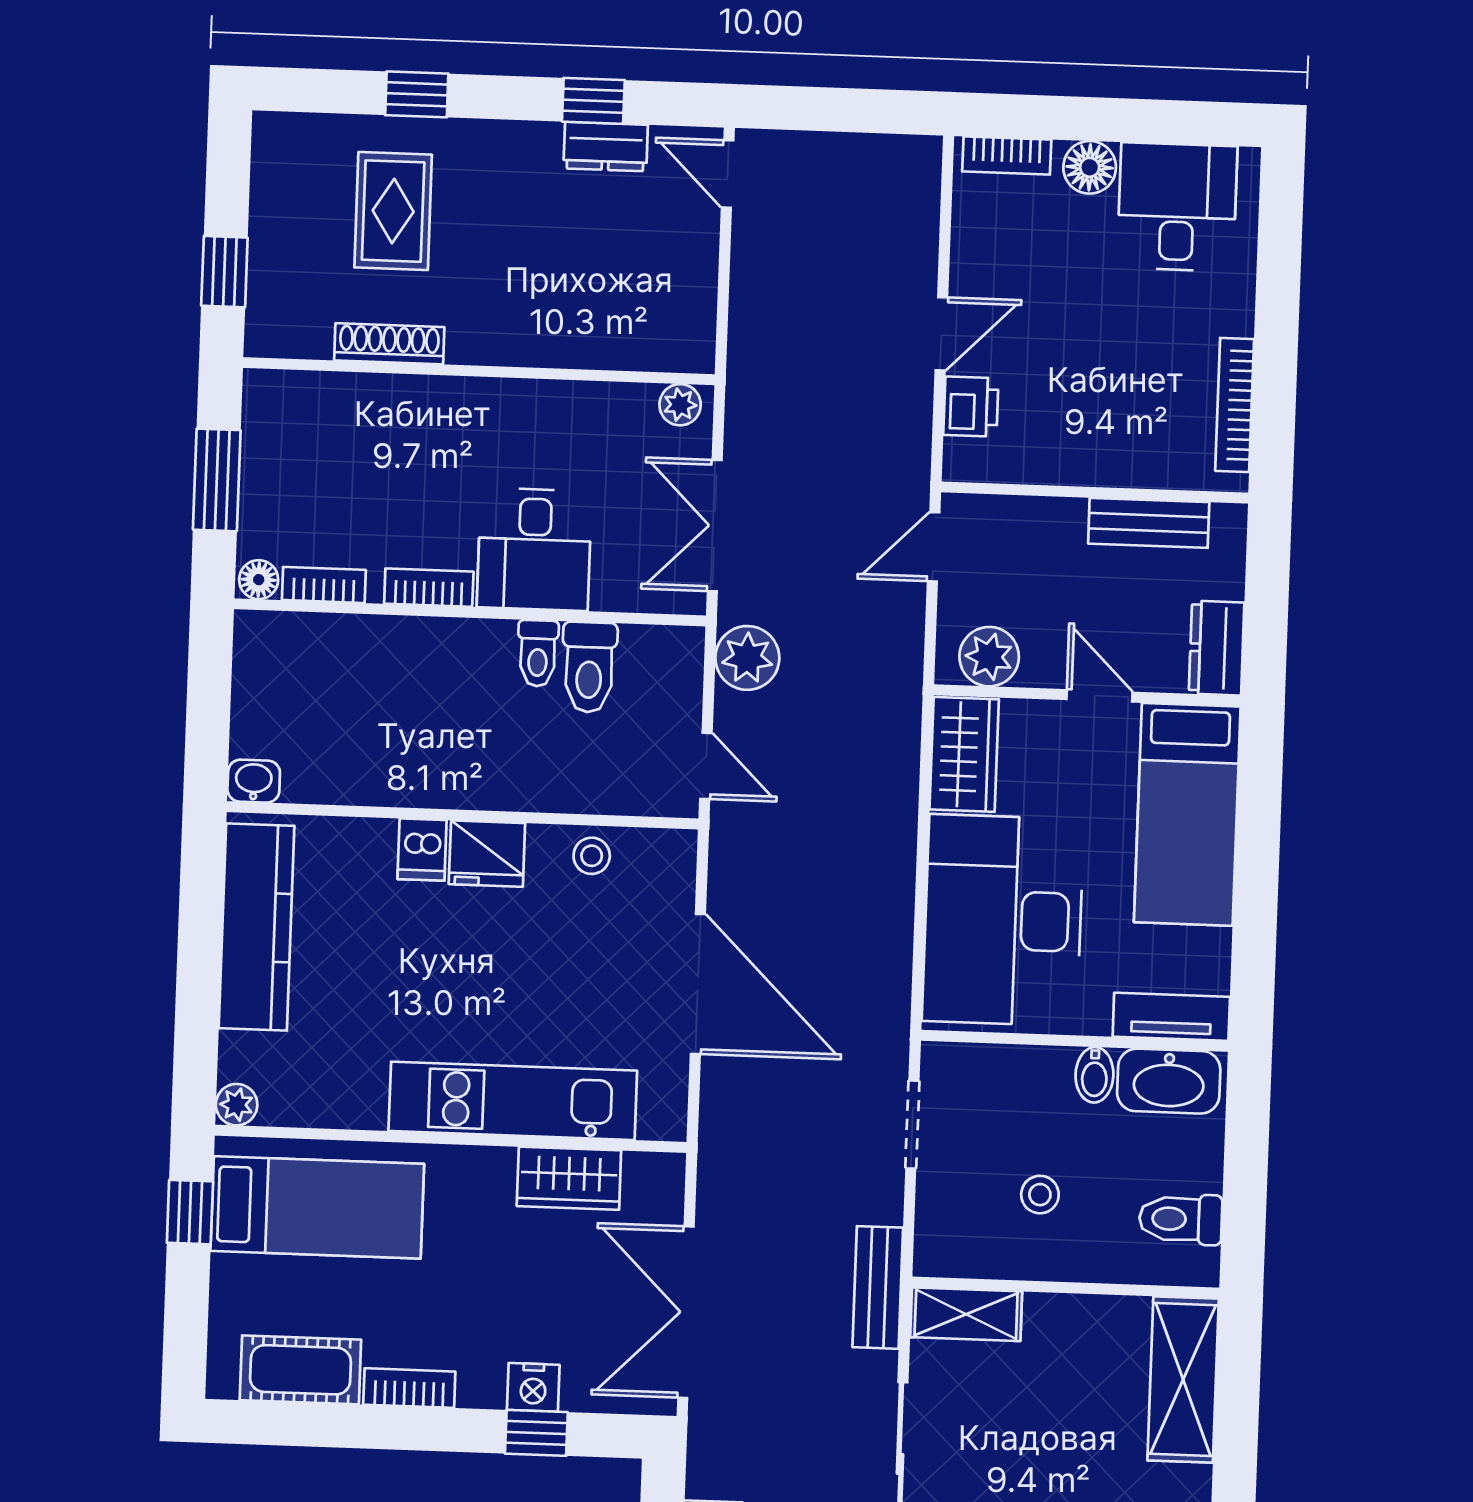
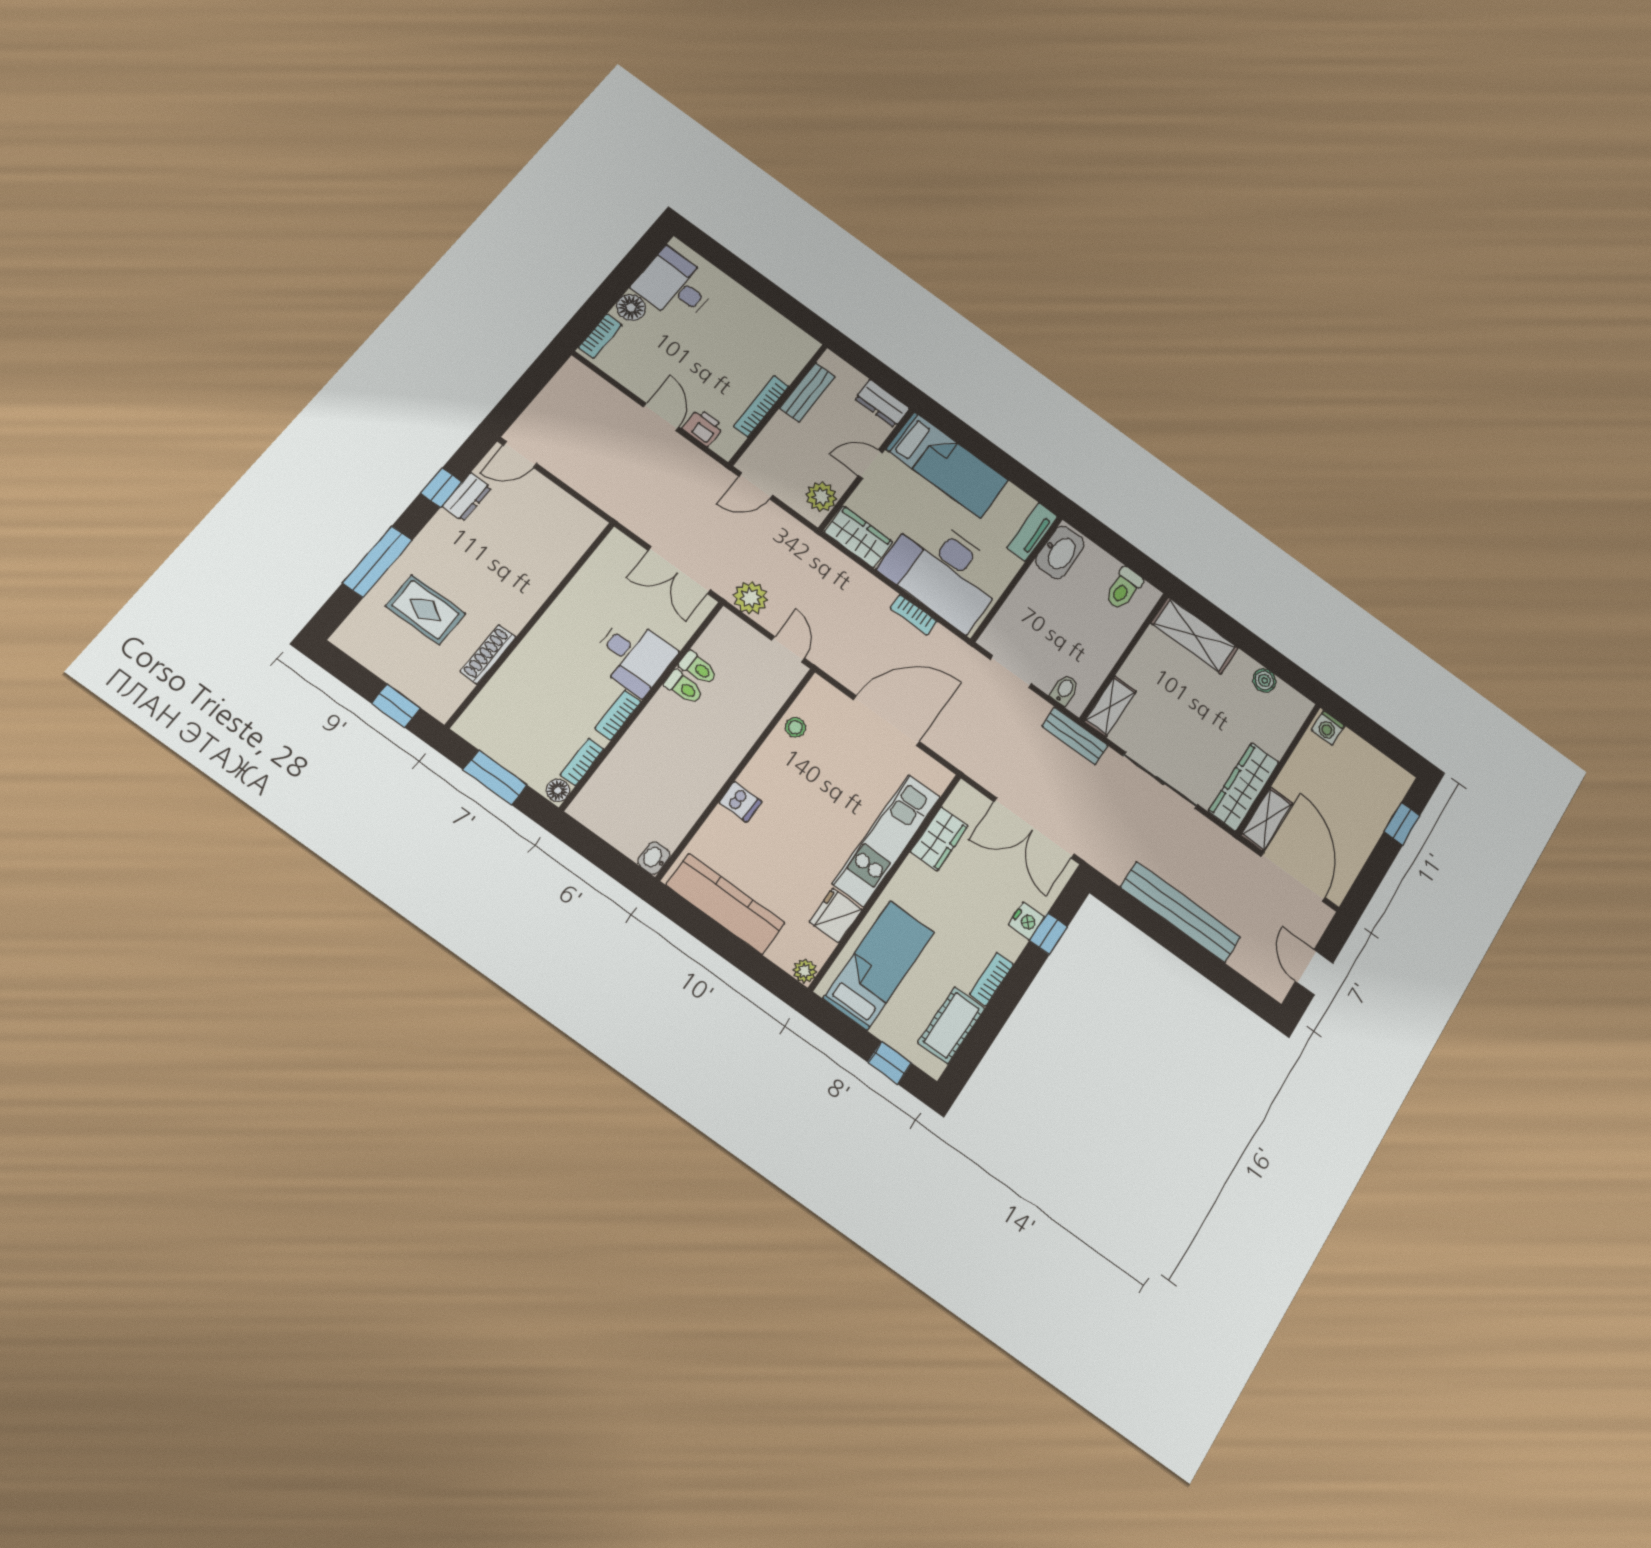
window: (417, 94) -> (378, 562), width x2.17
plant: (680, 405) -> (612, 547), removed
bookcase: (1235, 405) -> (761, 406), moved, turned 90
door: (934, 547) -> (755, 486), hinge flipped
toilet: (589, 667) -> (698, 668), width x0.73, depth x0.72
door: (706, 766) -> (788, 649), hinge flipped
fridge: (487, 854) -> (836, 915), moved, turned 180
bookcase: (898, 919) -> (914, 615), added
bidet: (1094, 1075) -> (1064, 690), moved, turned -90
stool: (1040, 1195) -> (1076, 639), removed
window: (190, 1212) -> (890, 1063), moved

